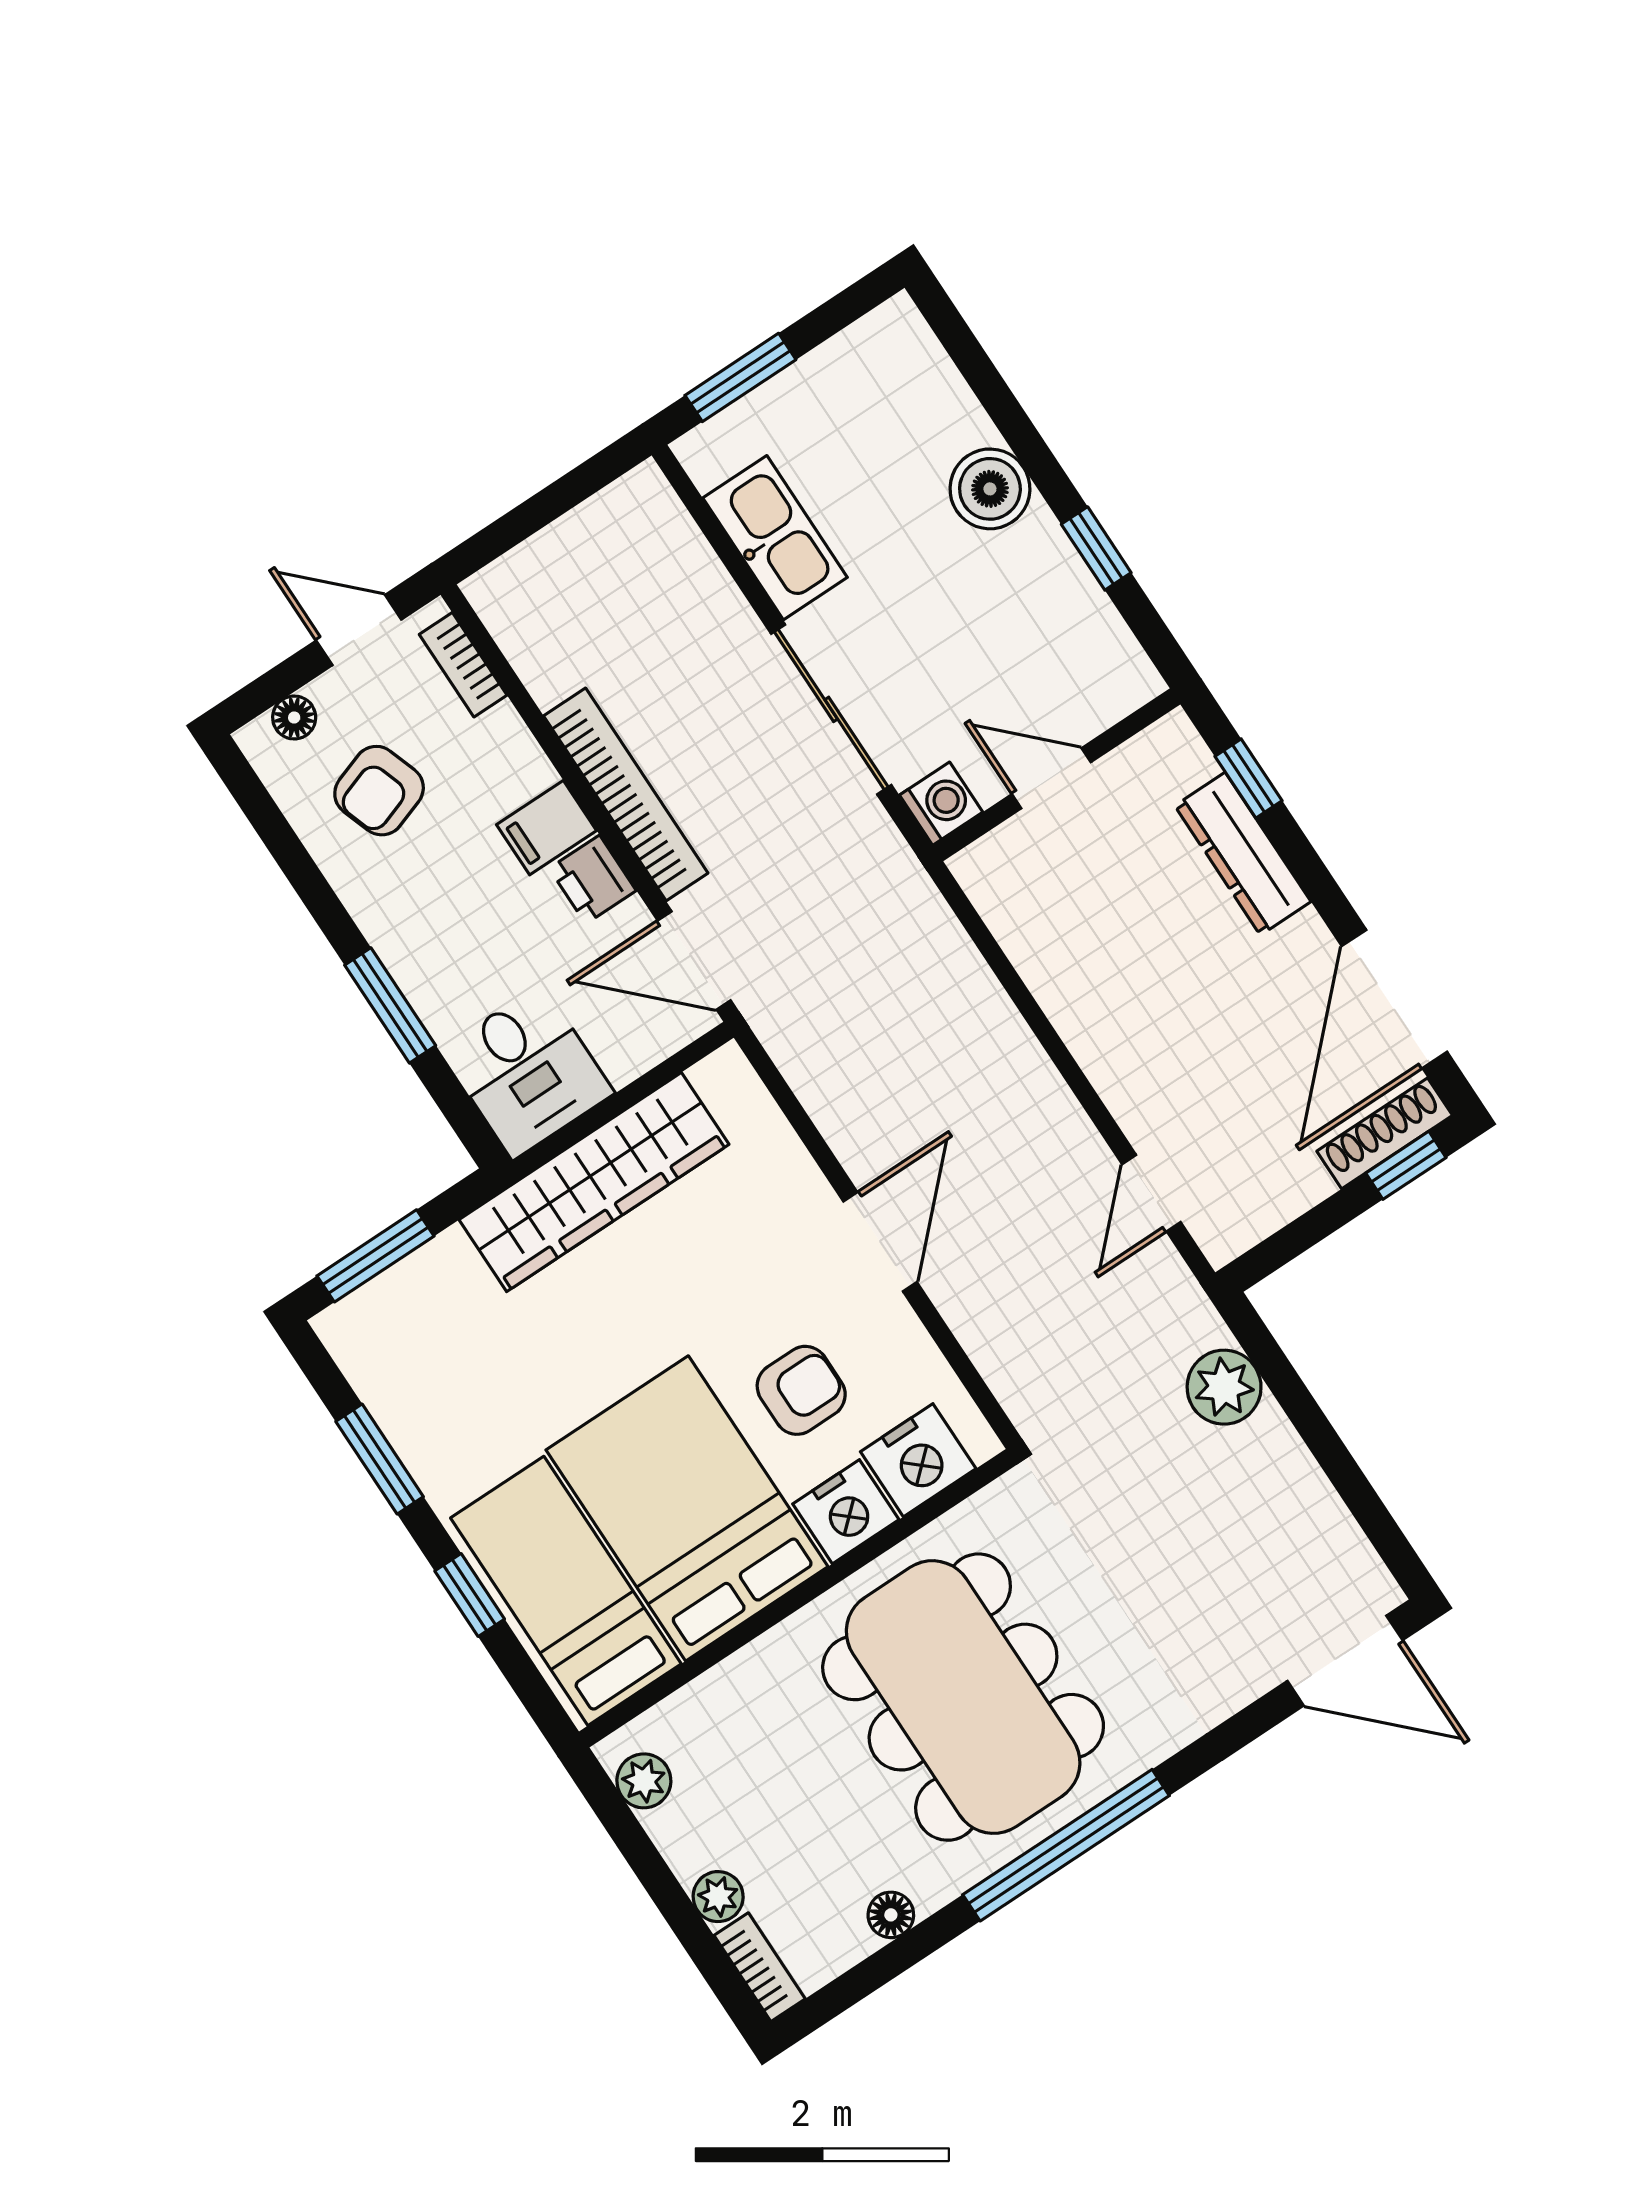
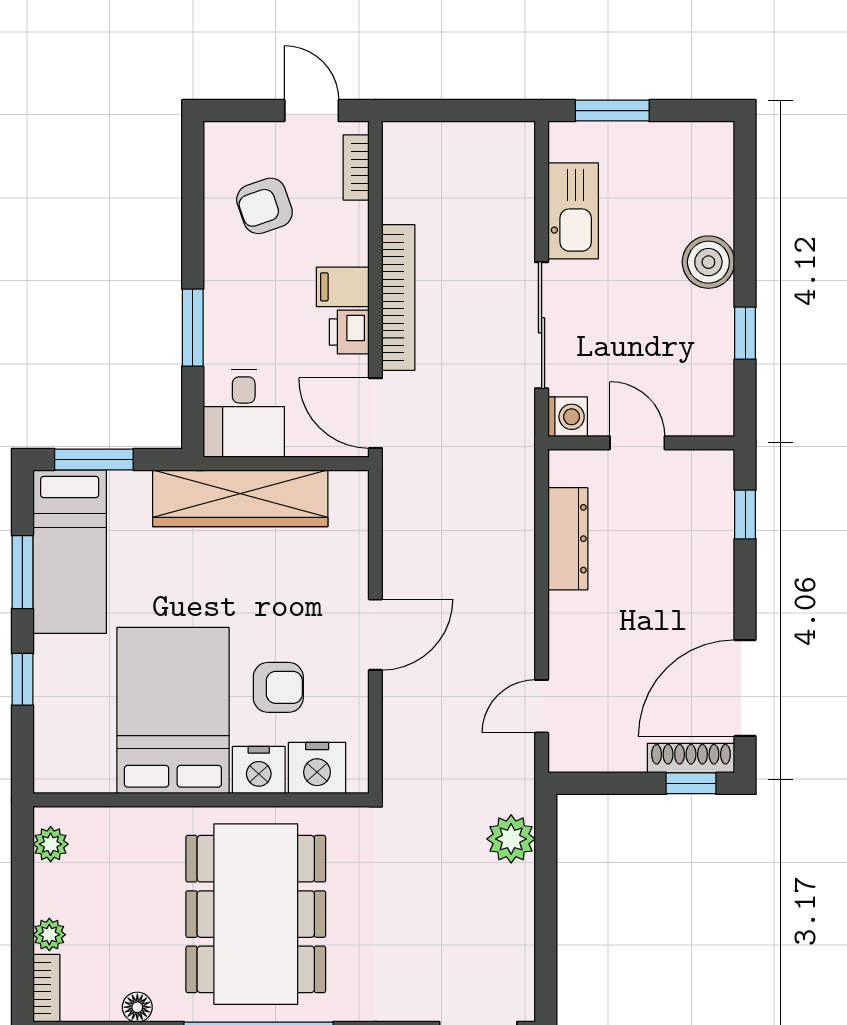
floor lamp: (294, 718) -> (245, 135), removed
dresser: (1243, 854) -> (568, 539), moved, turned 180
bed: (566, 1591) -> (70, 552), moved, turned 180

